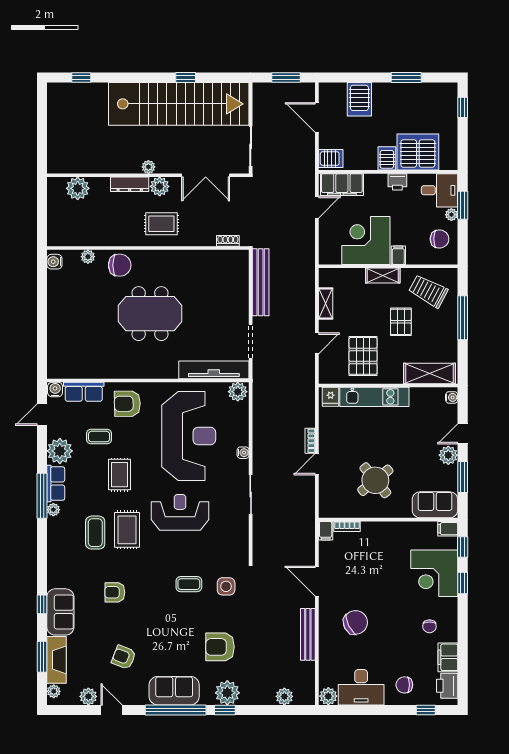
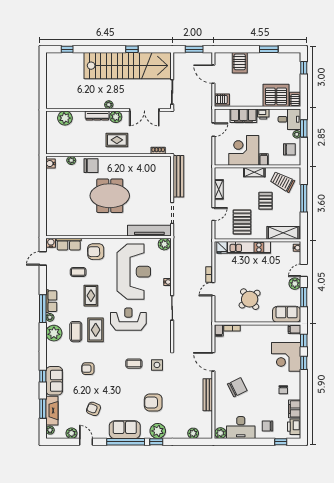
server rack: (387, 158) -> (295, 99), moved
filing cabinet: (342, 185) -> (243, 116), moved
plant: (60, 451) -> (54, 333), moved

